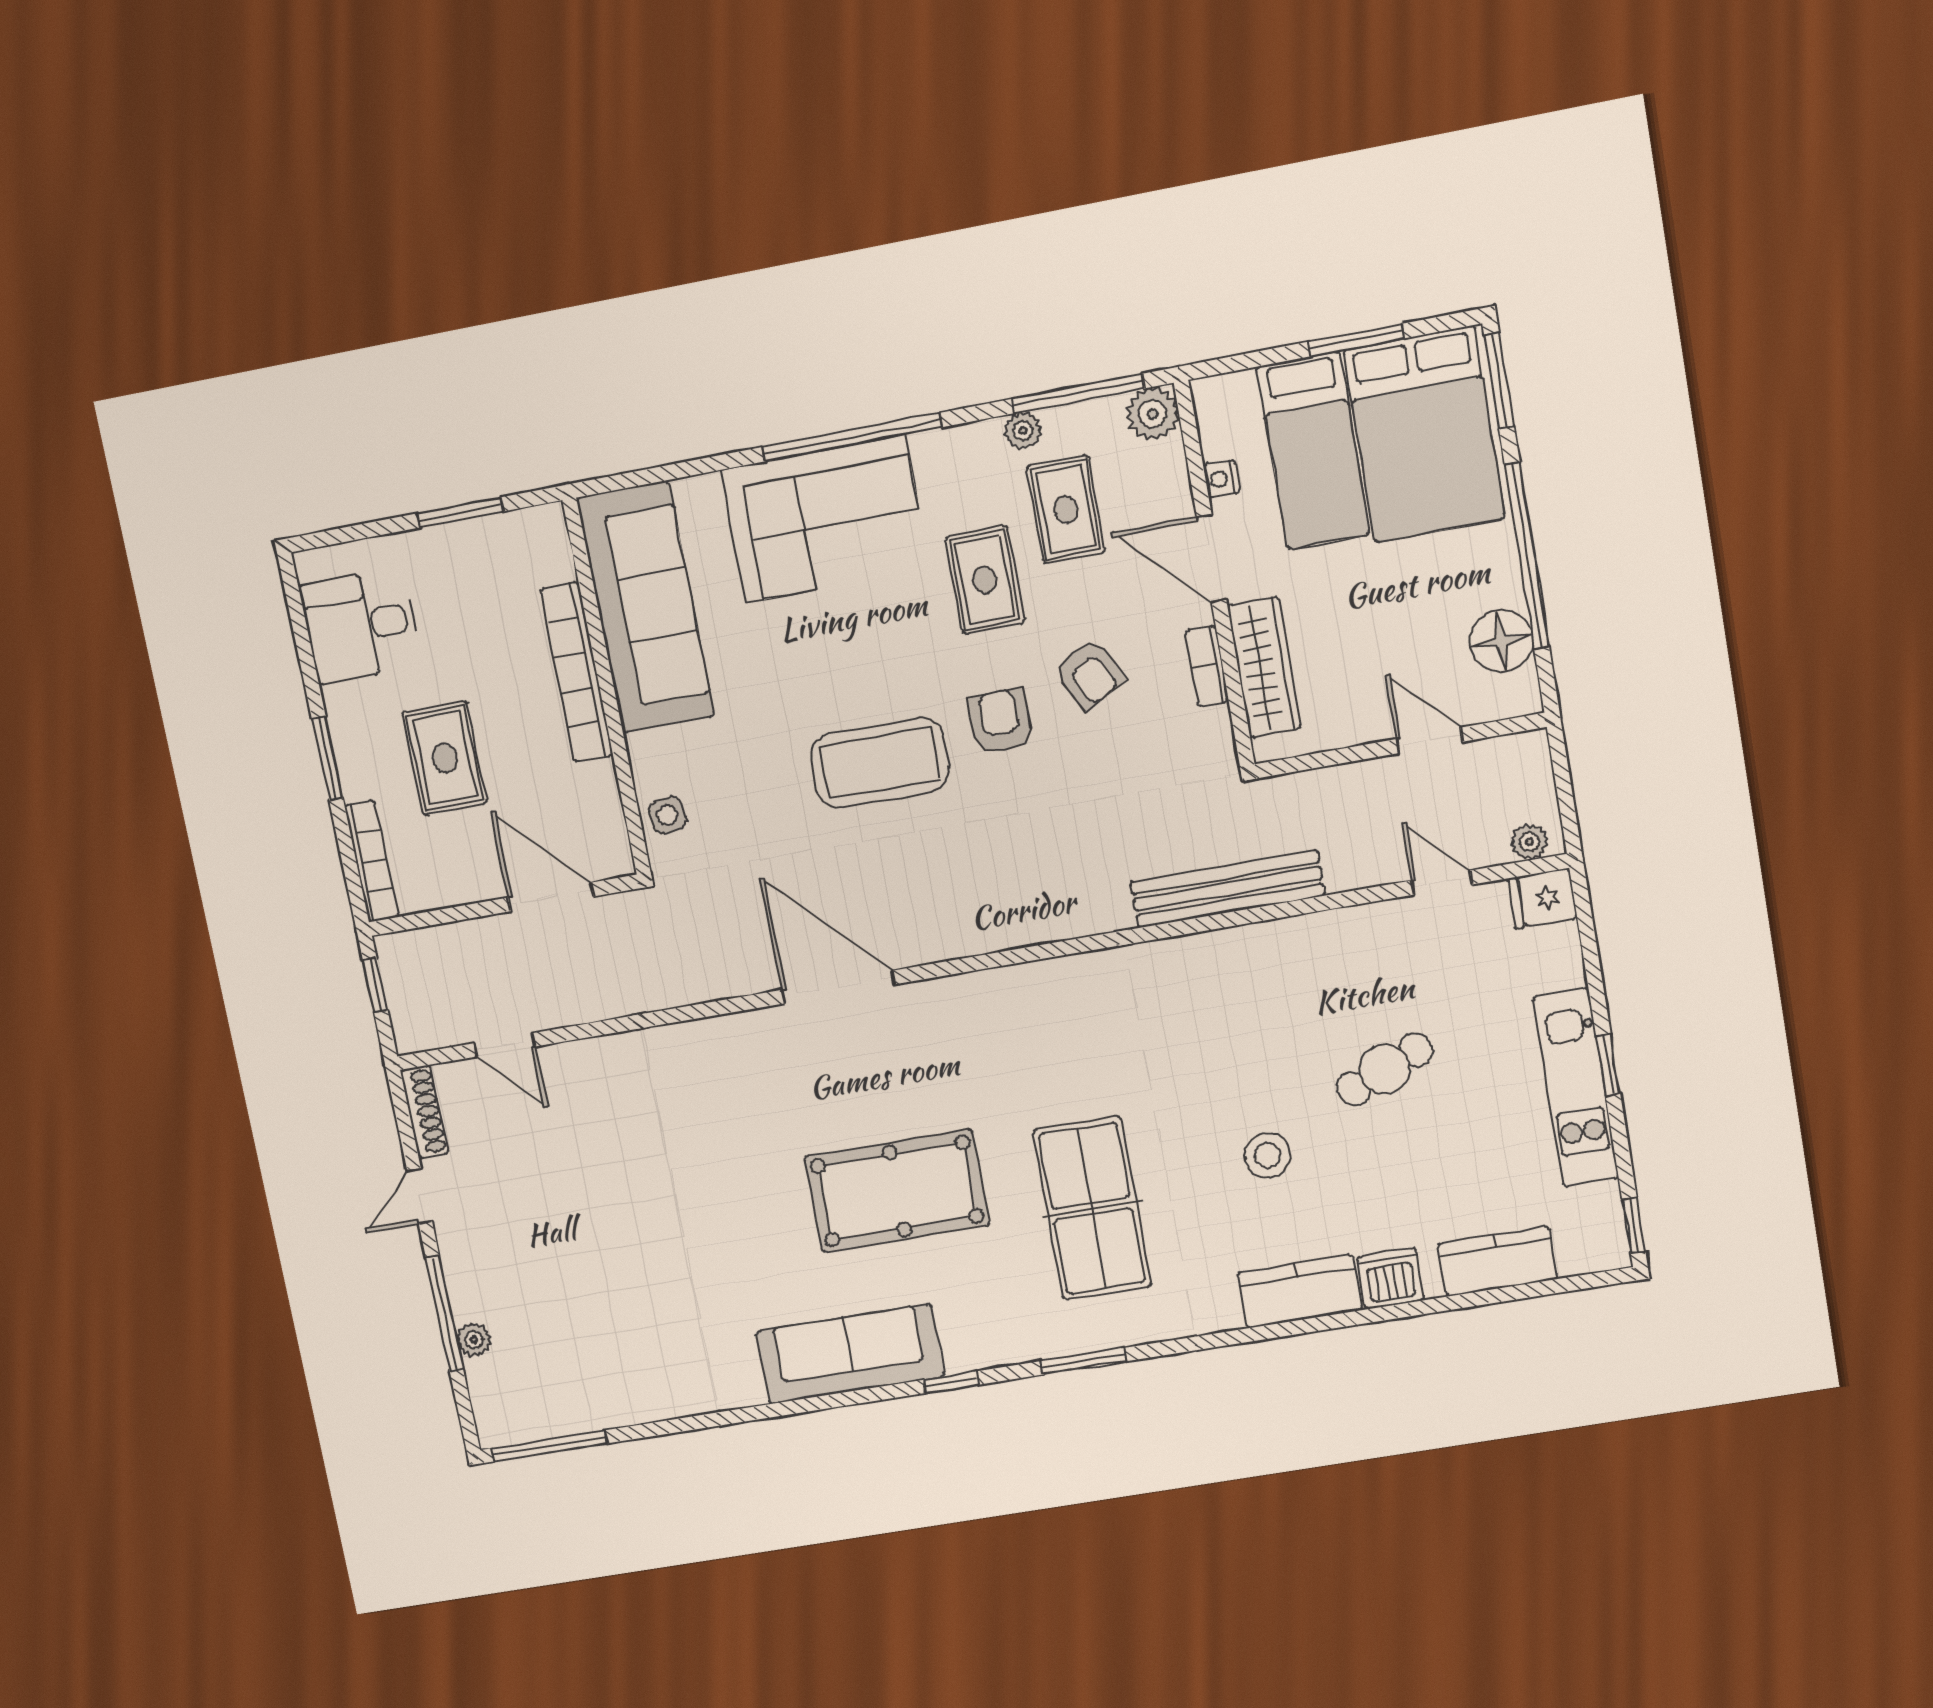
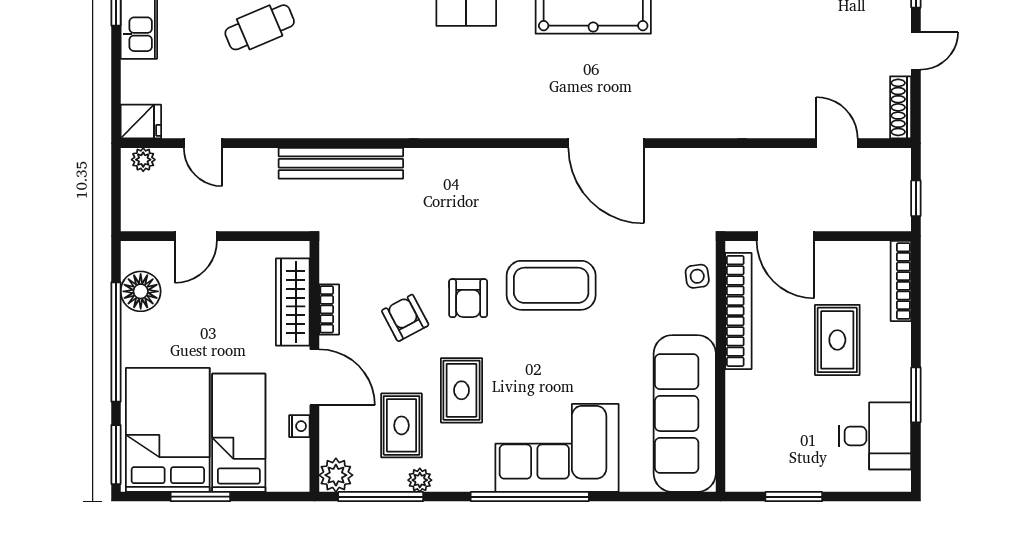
bookcase: (577, 672) -> (738, 311), moved
door: (1429, 740) -> (196, 236), hinge flipped
window: (327, 759) -> (916, 395), moved

